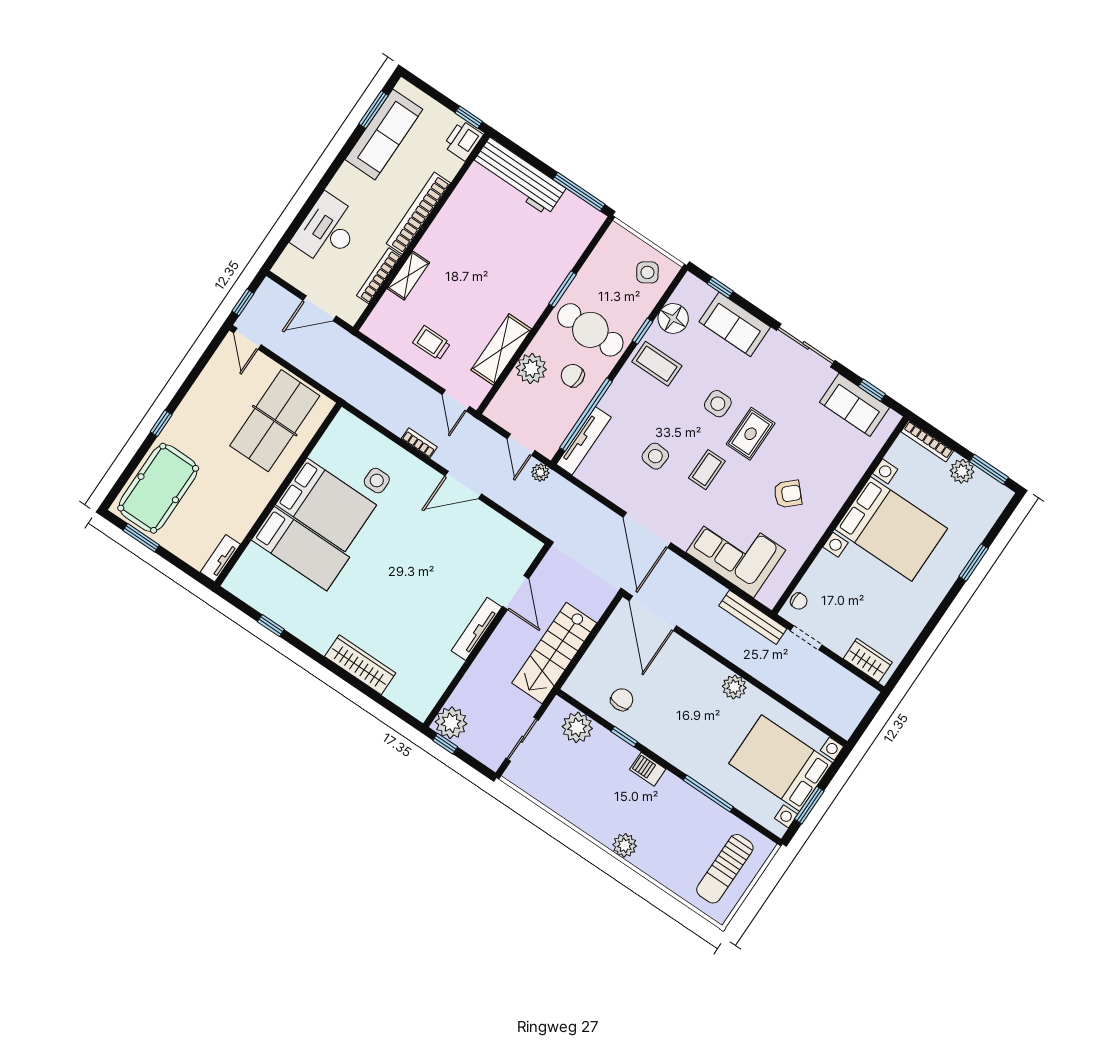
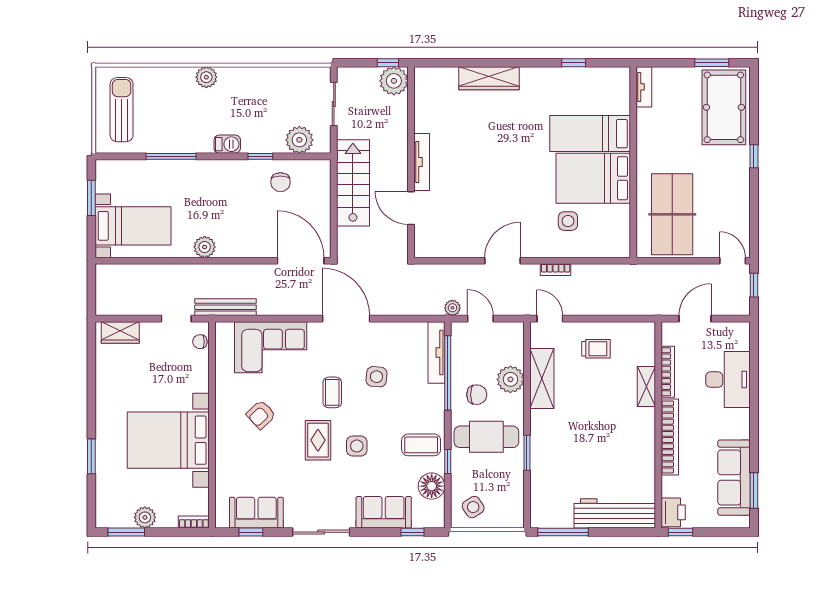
bookcase: (927, 441) -> (194, 522), width x0.64
bed with nightstands: (781, 763) -> (133, 226), width x0.73

